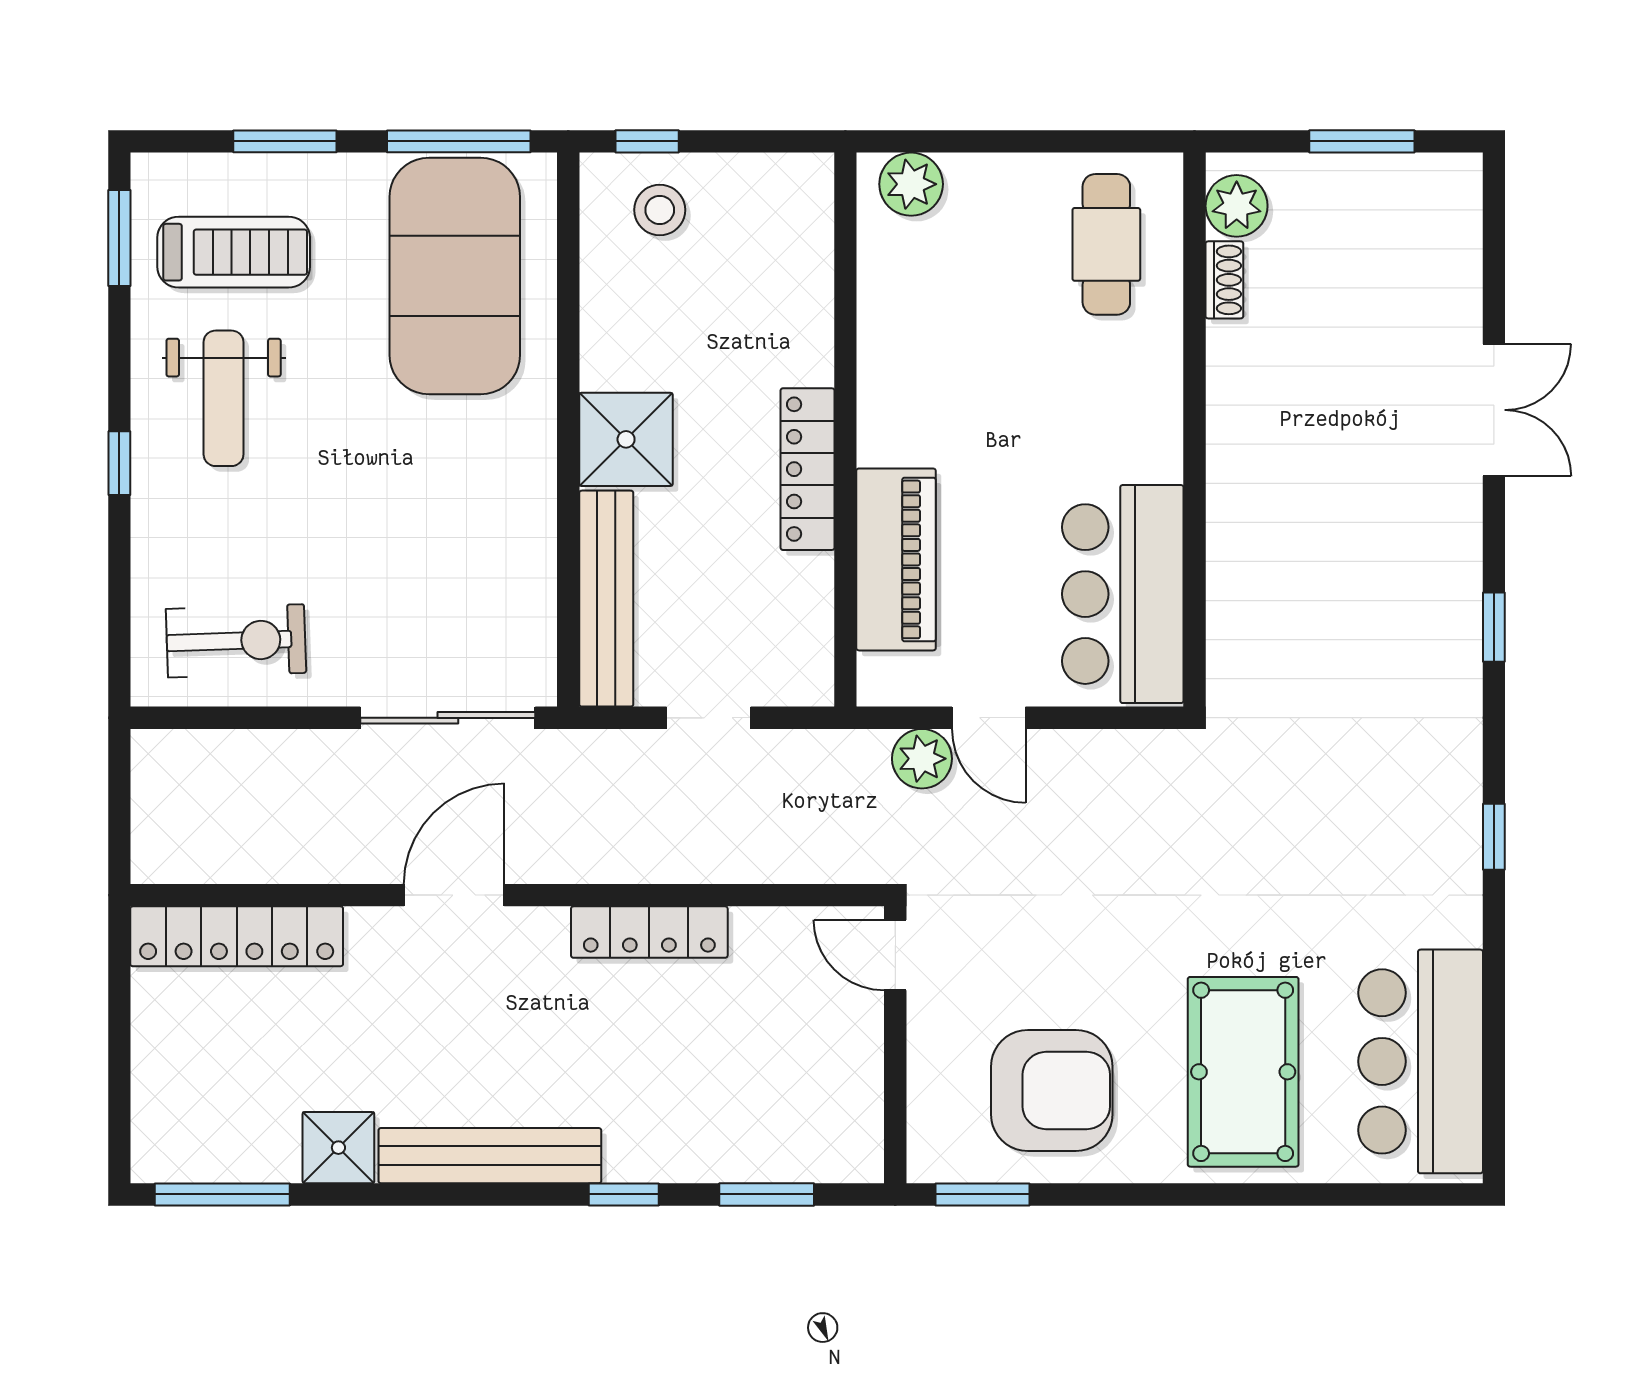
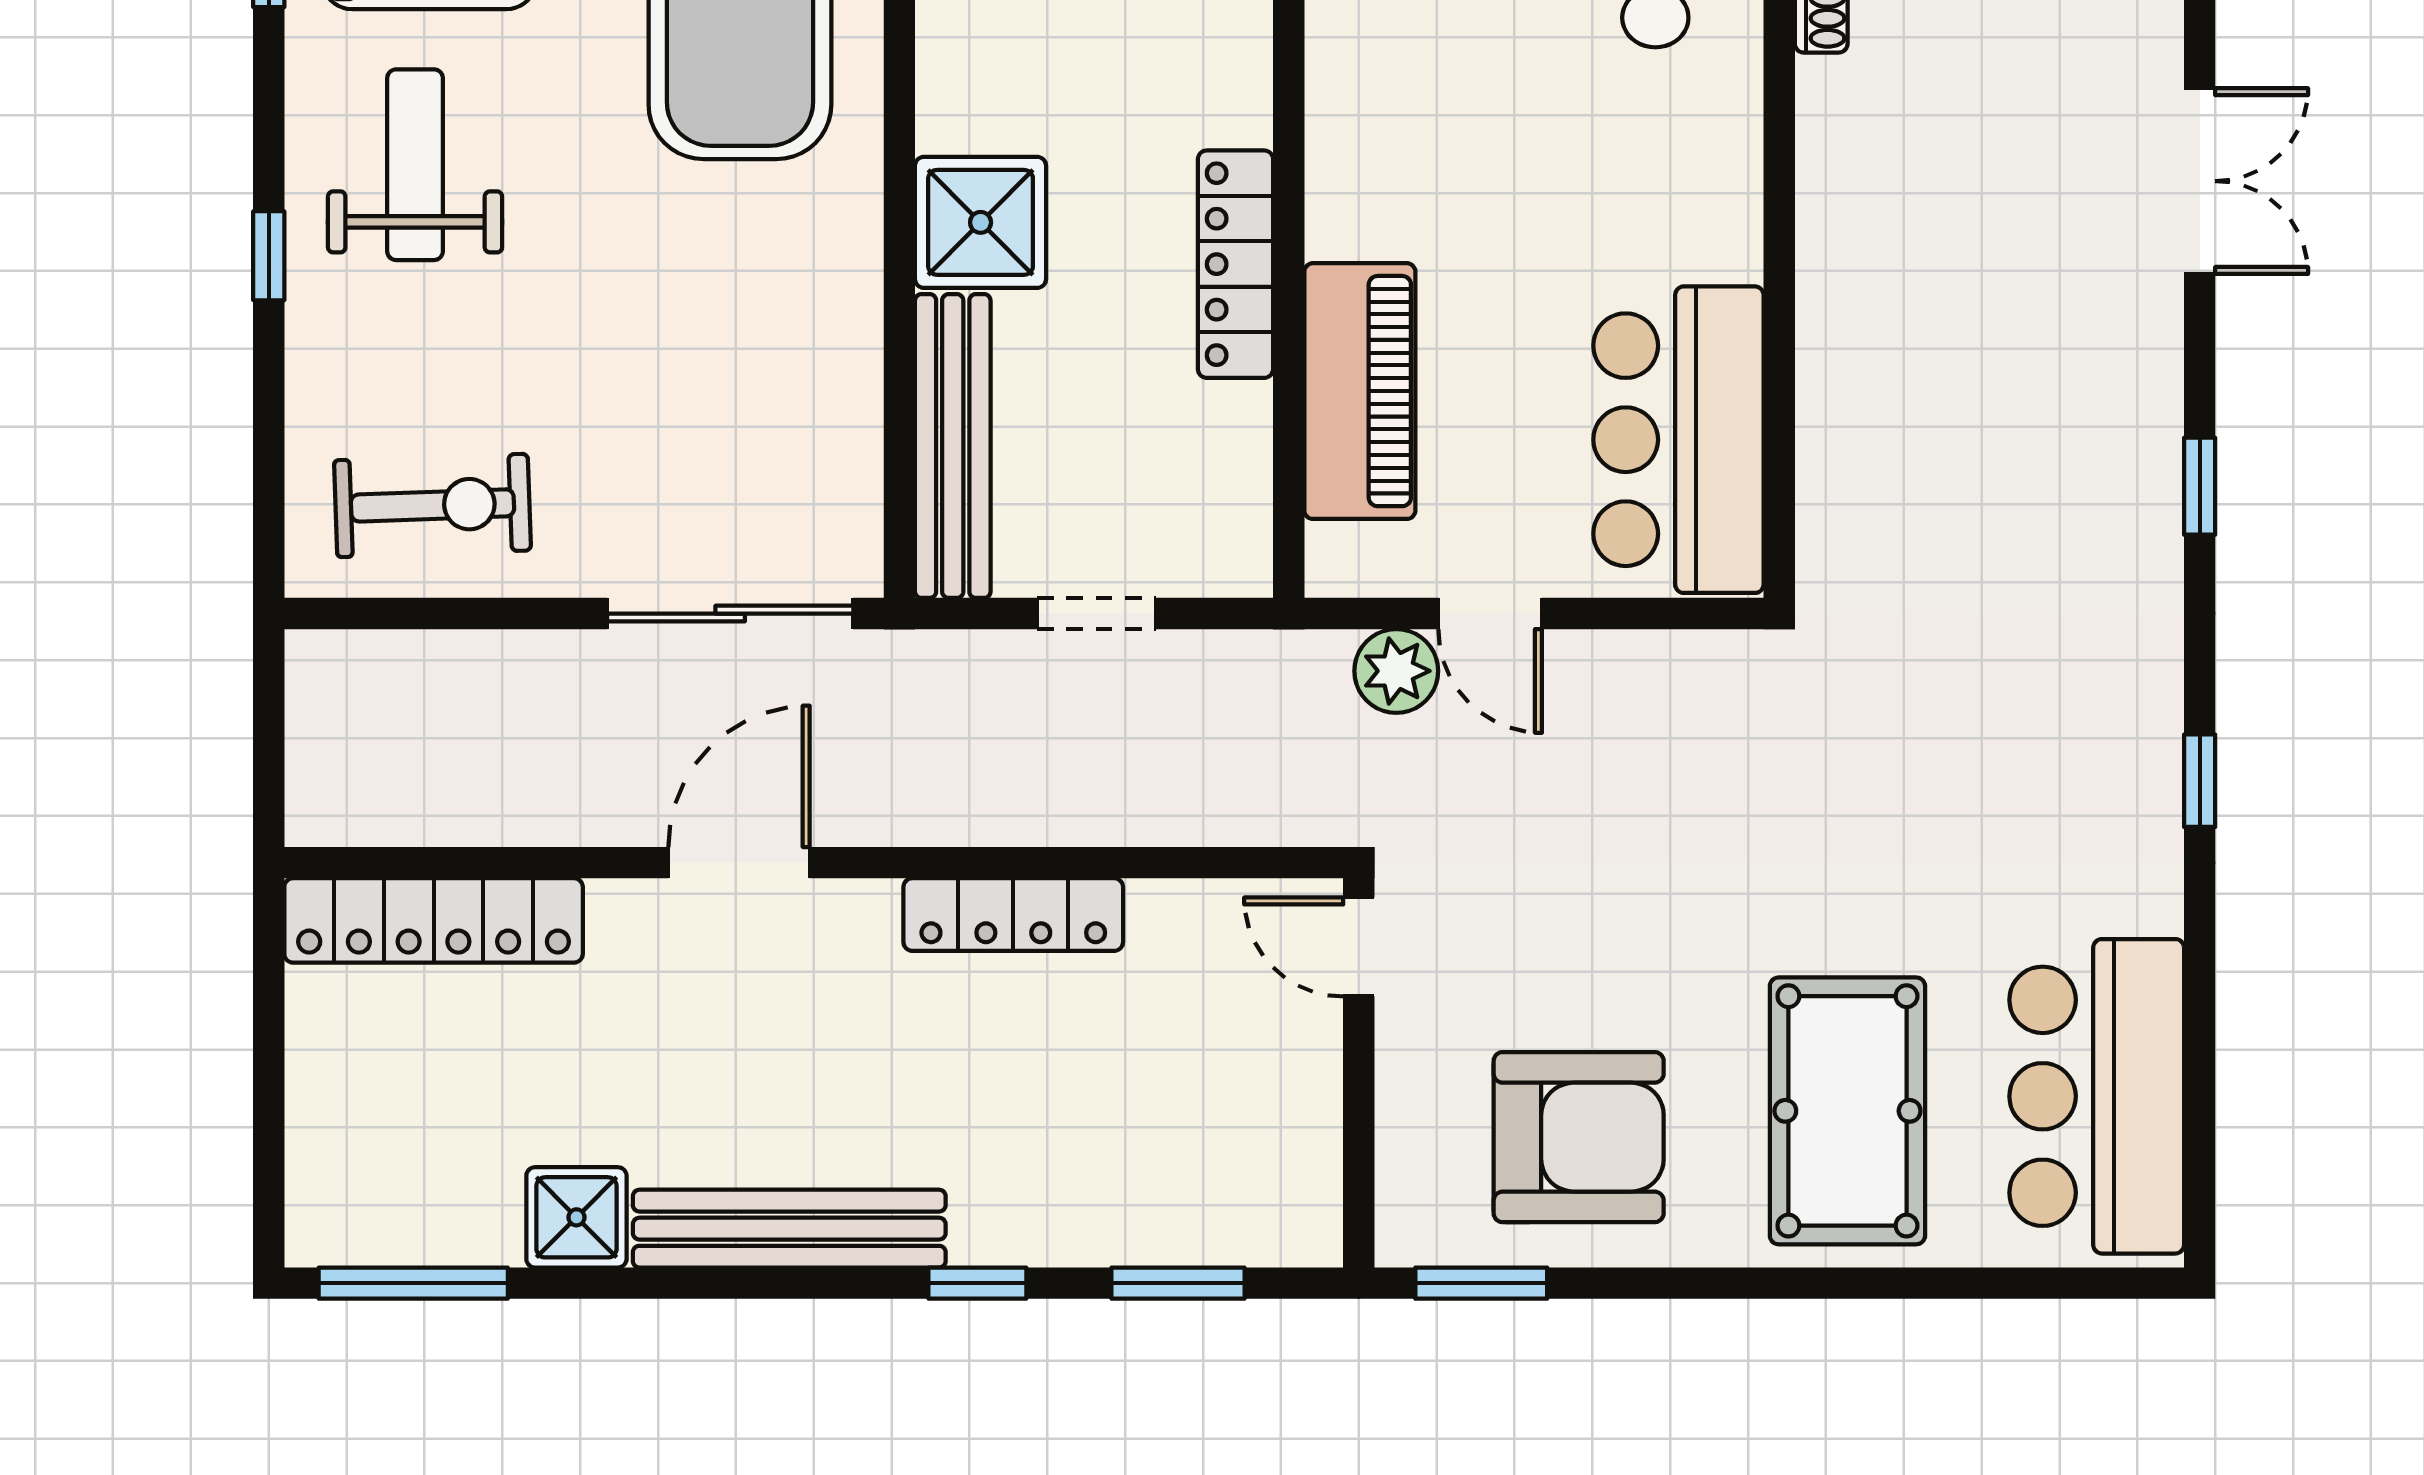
weight bench: (224, 398) -> (415, 165), turned 180

